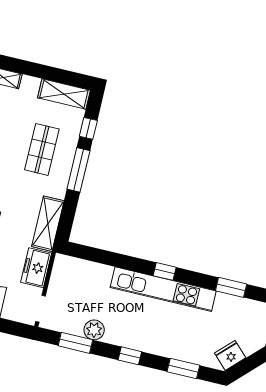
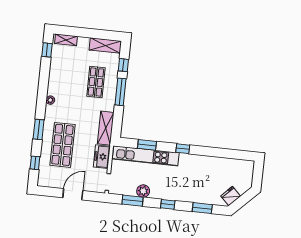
window: (231, 287) -> (147, 145), moved
kitchen unit: (163, 289) -> (146, 156), moved

